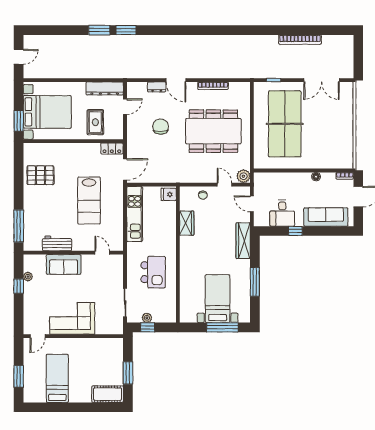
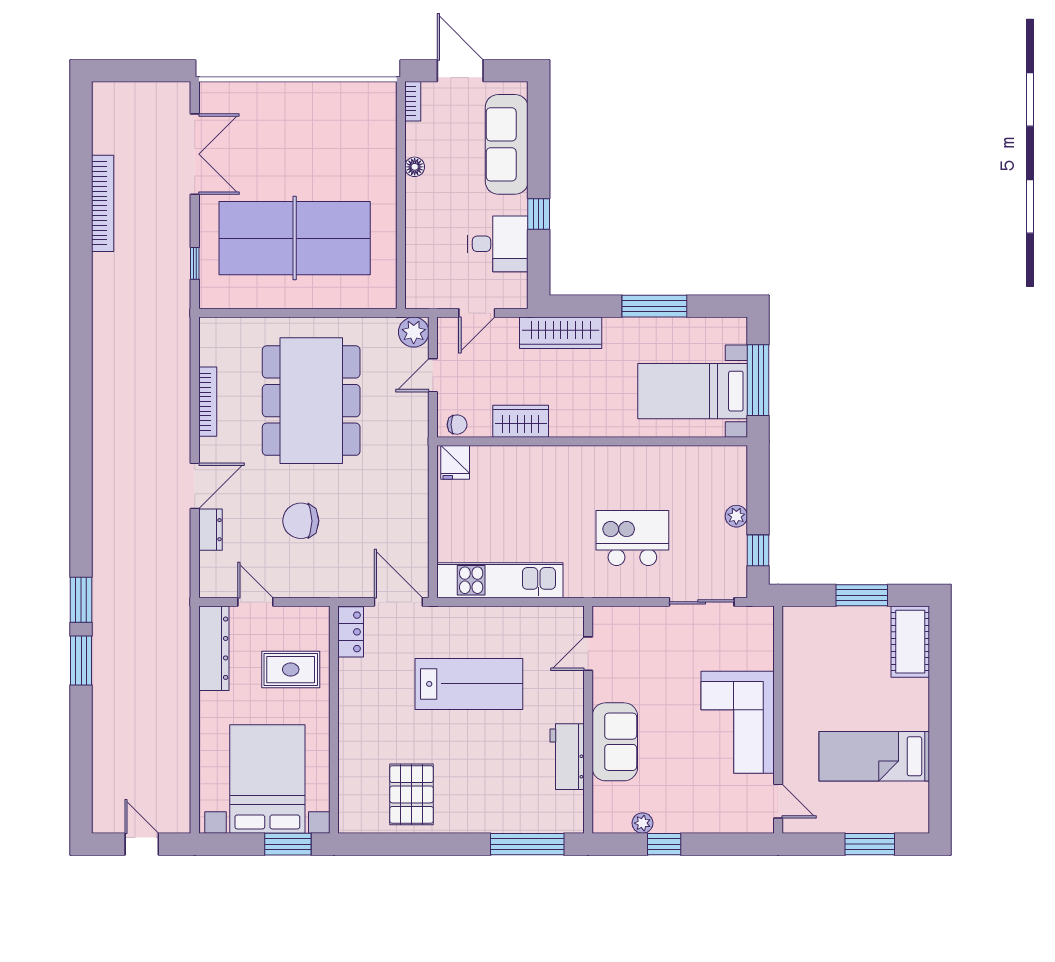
fridge: (169, 194) -> (455, 462), moved
wardrobe: (187, 223) -> (521, 421), moved
wall: (178, 254) -> (592, 441), moved
plant: (147, 318) -> (736, 516), moved

